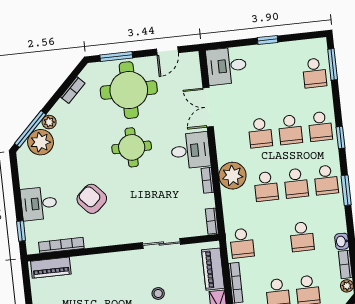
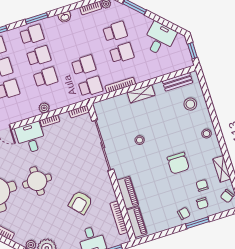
plant: (232, 176) -> (44, 108), width x0.53, depth x0.53
school desk: (302, 237) -> (84, 65), moved
washbasin: (342, 241) -> (65, 17), moved
sliding door: (161, 244) -> (103, 145), width x1.86
piano: (213, 269) -> (128, 193), moved, turned -90

